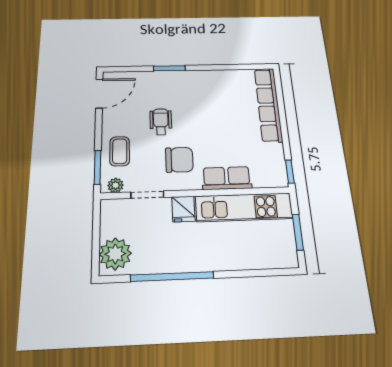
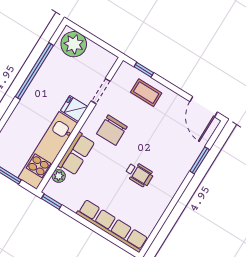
window: (169, 68) -> (200, 160), moved
wheelchair: (161, 122) -> (139, 174), moved
window: (98, 167) -> (144, 70), width x0.67
plant: (116, 185) -> (59, 176), moved

